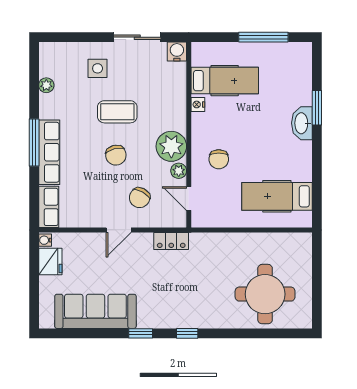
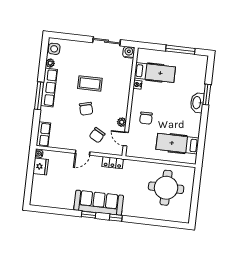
side table: (98, 68) -> (54, 49), moved
plant: (171, 146) -> (119, 107), removed
row of seats: (49, 152) -> (49, 88), moved
round table: (265, 294) -> (166, 188), moved
sofa: (95, 311) -> (99, 203), moved

